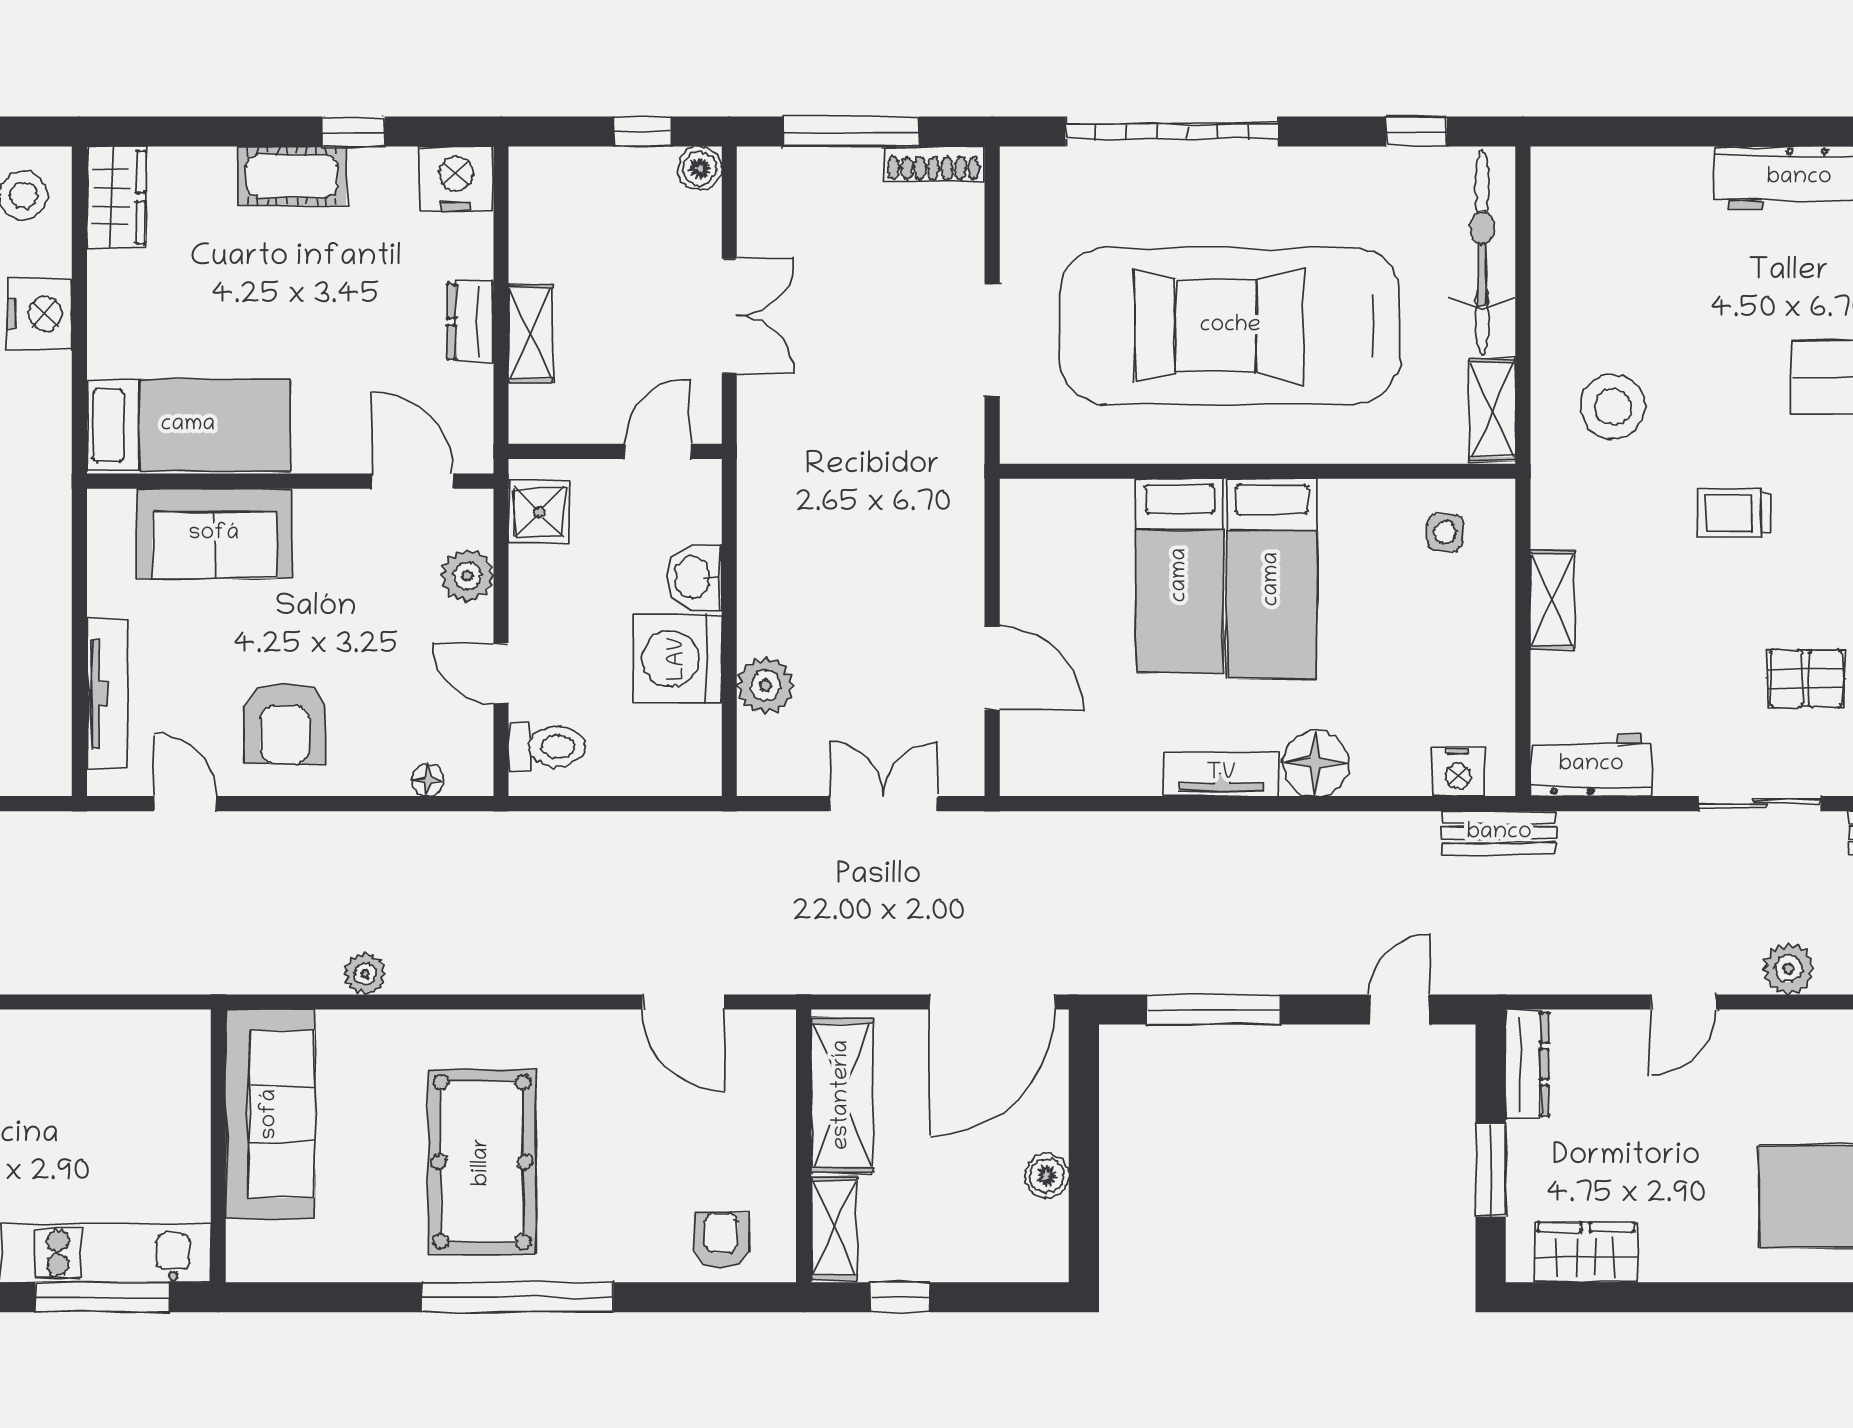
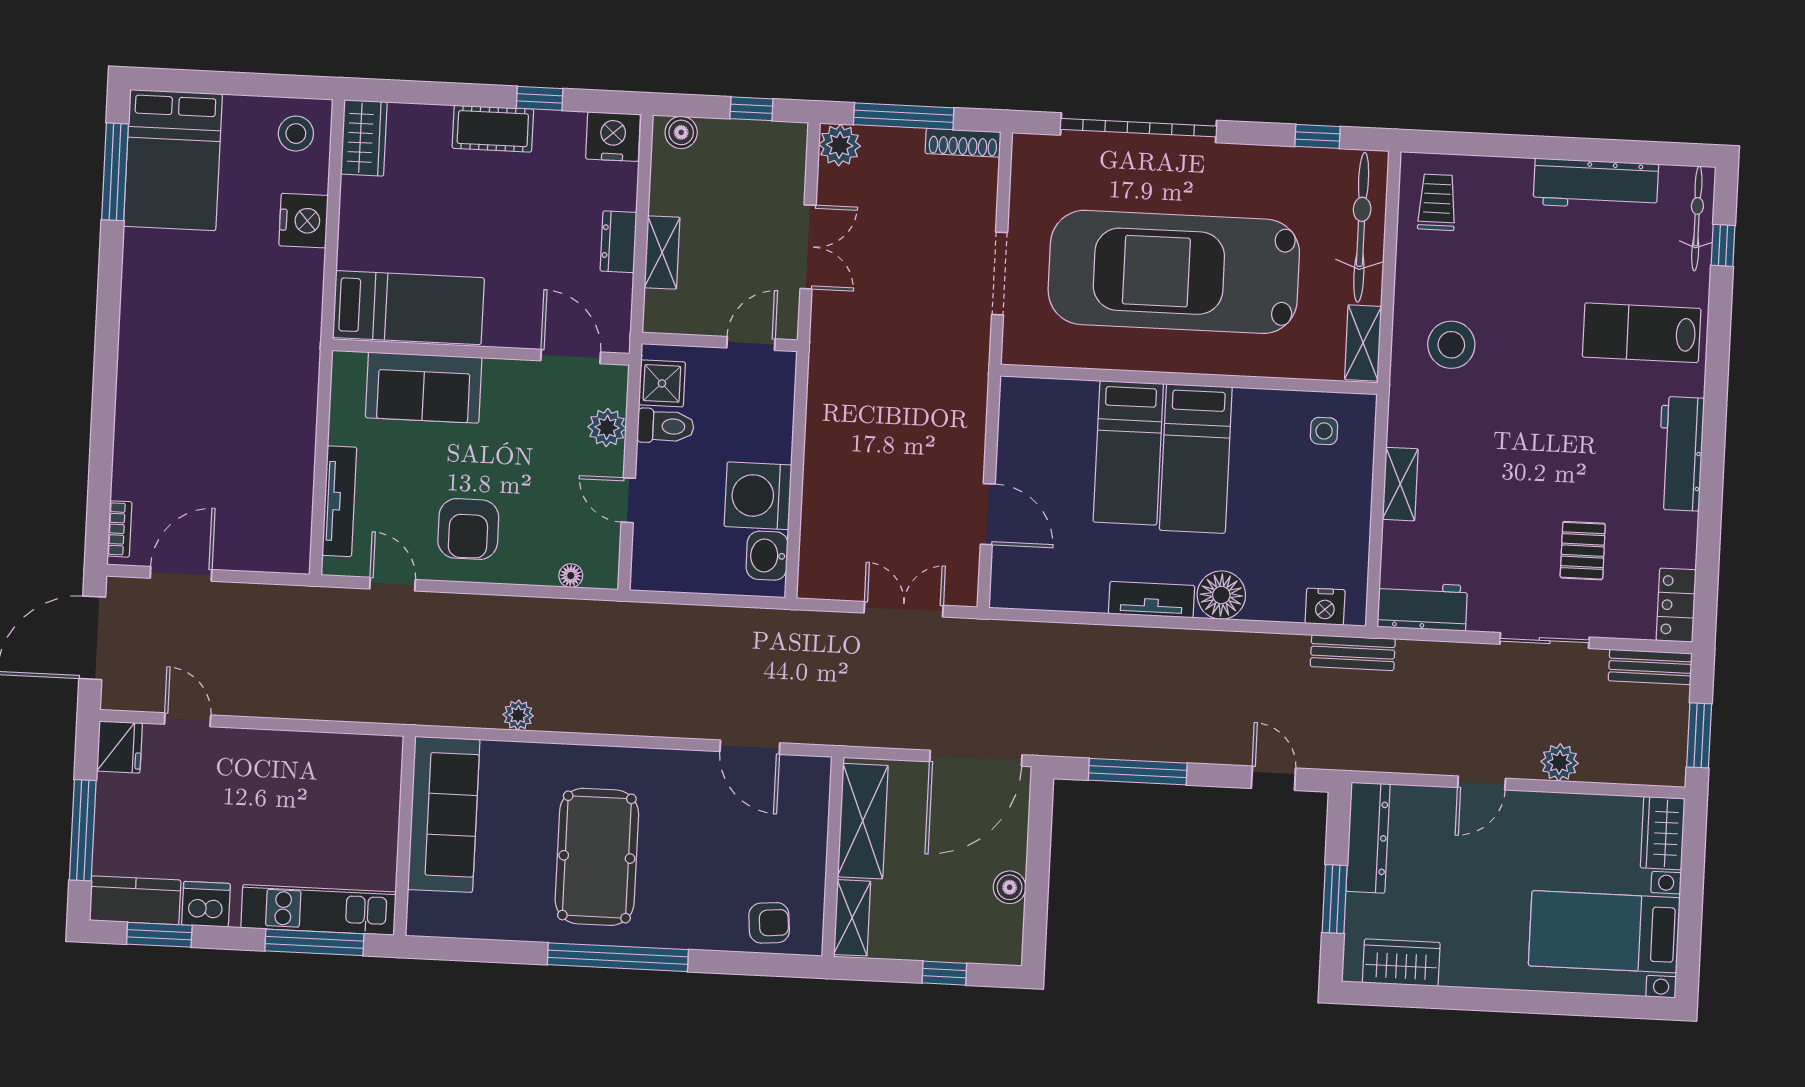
boiler: (700, 168) -> (681, 132), moved
trolley: (1734, 513) -> (1437, 202), moved, turned 90
washbasin: (694, 578) -> (767, 556), moved
pallet: (1806, 678) -> (1583, 551), turned 90
plant: (765, 686) -> (840, 145), moved
toilet: (547, 747) -> (666, 426), moved
door: (1399, 1009) -> (1273, 778), hinge flipped
dresser: (1527, 1064) -> (1368, 838), width x1.37, depth x1.24
armchair: (721, 1240) -> (769, 923), turned 85
window: (900, 1297) -> (944, 973), moved

